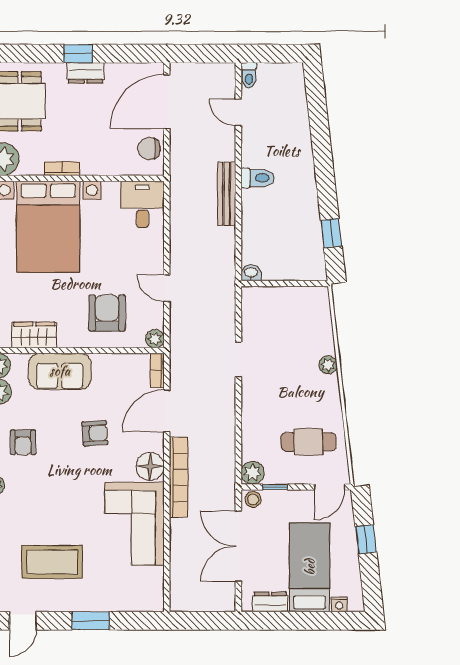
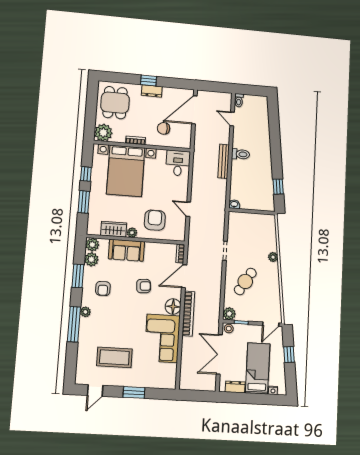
chair: (149, 148) -> (164, 128), moved
plant: (155, 339) -> (132, 233), moved
cafe table: (308, 442) -> (245, 281), moved, turned -58

